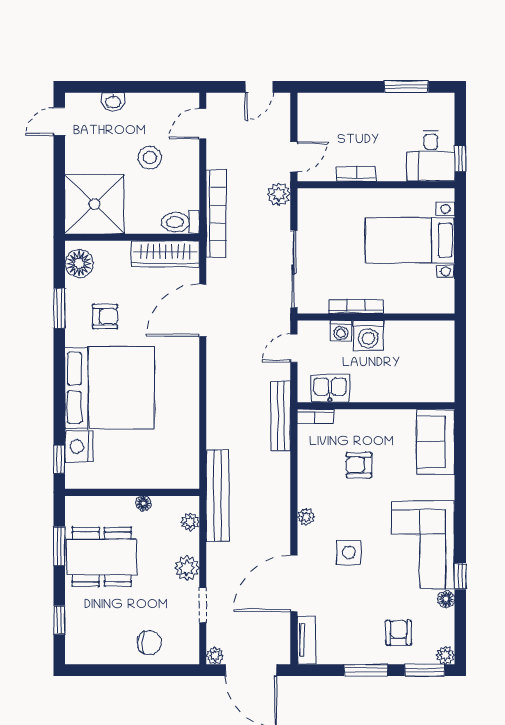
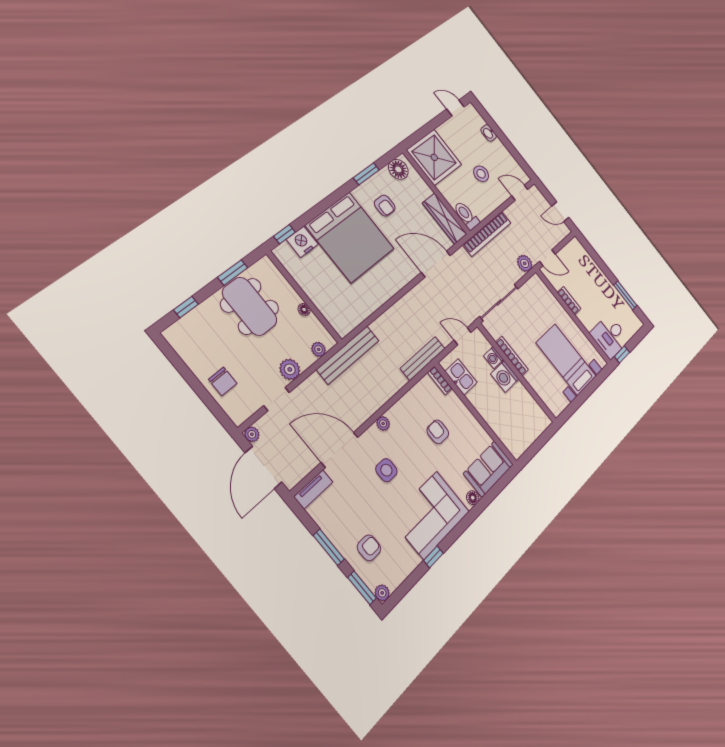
floor lamp: (446, 599) -> (473, 498), moved

